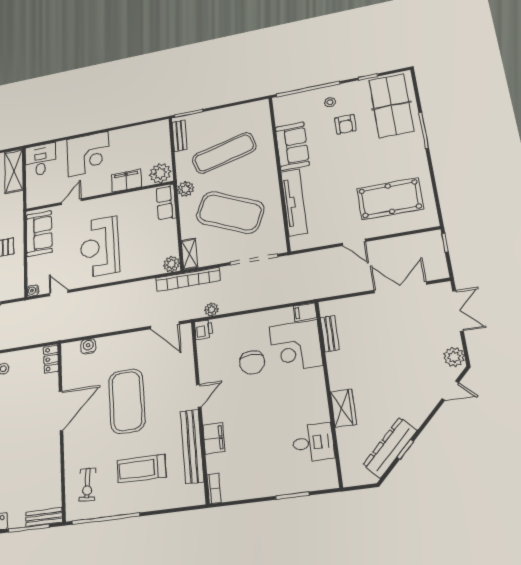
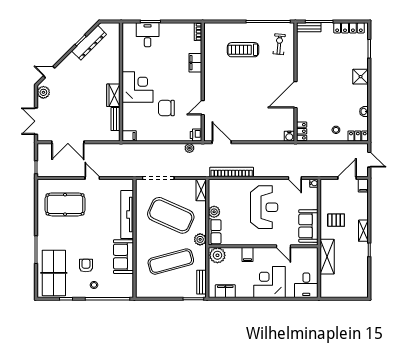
filing cabinet: (146, 131) -> (225, 291), added
shelving: (14, 171) -> (327, 257), moved
filing cabinet: (127, 181) -> (247, 255), width x0.50
door: (71, 202) -> (284, 246), hinge flipped
plant: (171, 264) -> (214, 212), moved
bookcase: (188, 279) -> (232, 172), moved
water cooler: (88, 346) -> (289, 136), moved
corner desk: (296, 346) -> (138, 87), moved
chair: (252, 362) -> (166, 108), turned -90
door: (199, 396) -> (203, 108), moved
exercise mat: (127, 401) -> (250, 95), removed
wardrobe: (343, 408) -> (113, 95), moved
desk: (313, 443) -> (148, 35), moved, turned 90
bench: (192, 446) -> (210, 60), removed
treadmill: (142, 469) -> (243, 50), turned 180

